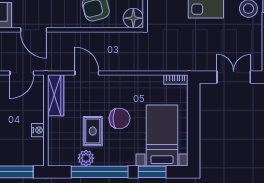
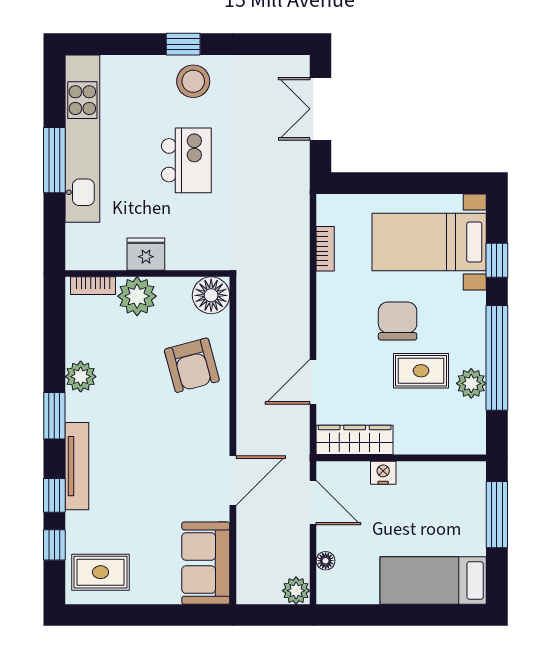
bookcase: (176, 80) -> (325, 249), moved
nightstand: (38, 130) -> (383, 473), moved
window: (152, 172) -> (497, 260), width x0.67

